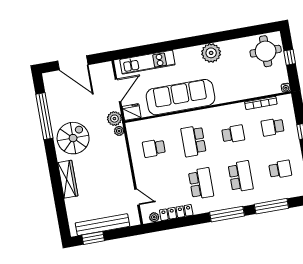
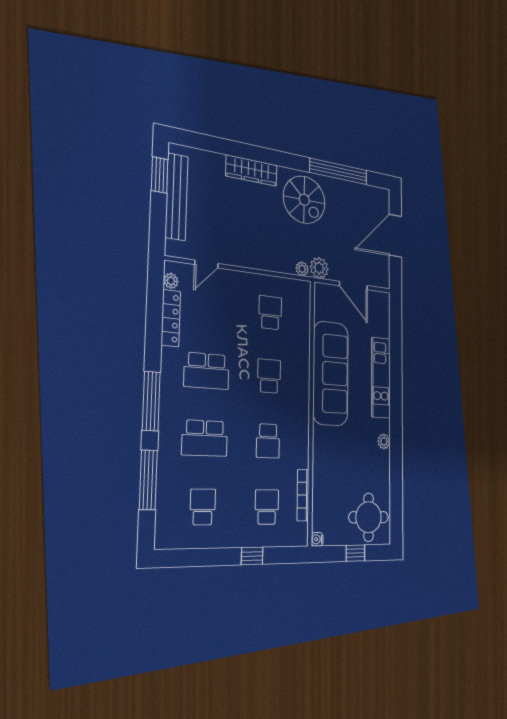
plant: (211, 53) -> (384, 441), width x0.53, depth x0.53
kitchen unit: (147, 62) -> (381, 378), moved
fridge: (132, 112) -> (323, 296), removed
school desk: (193, 141) -> (269, 376), width x0.54
school desk: (280, 169) -> (203, 507), turned 180

